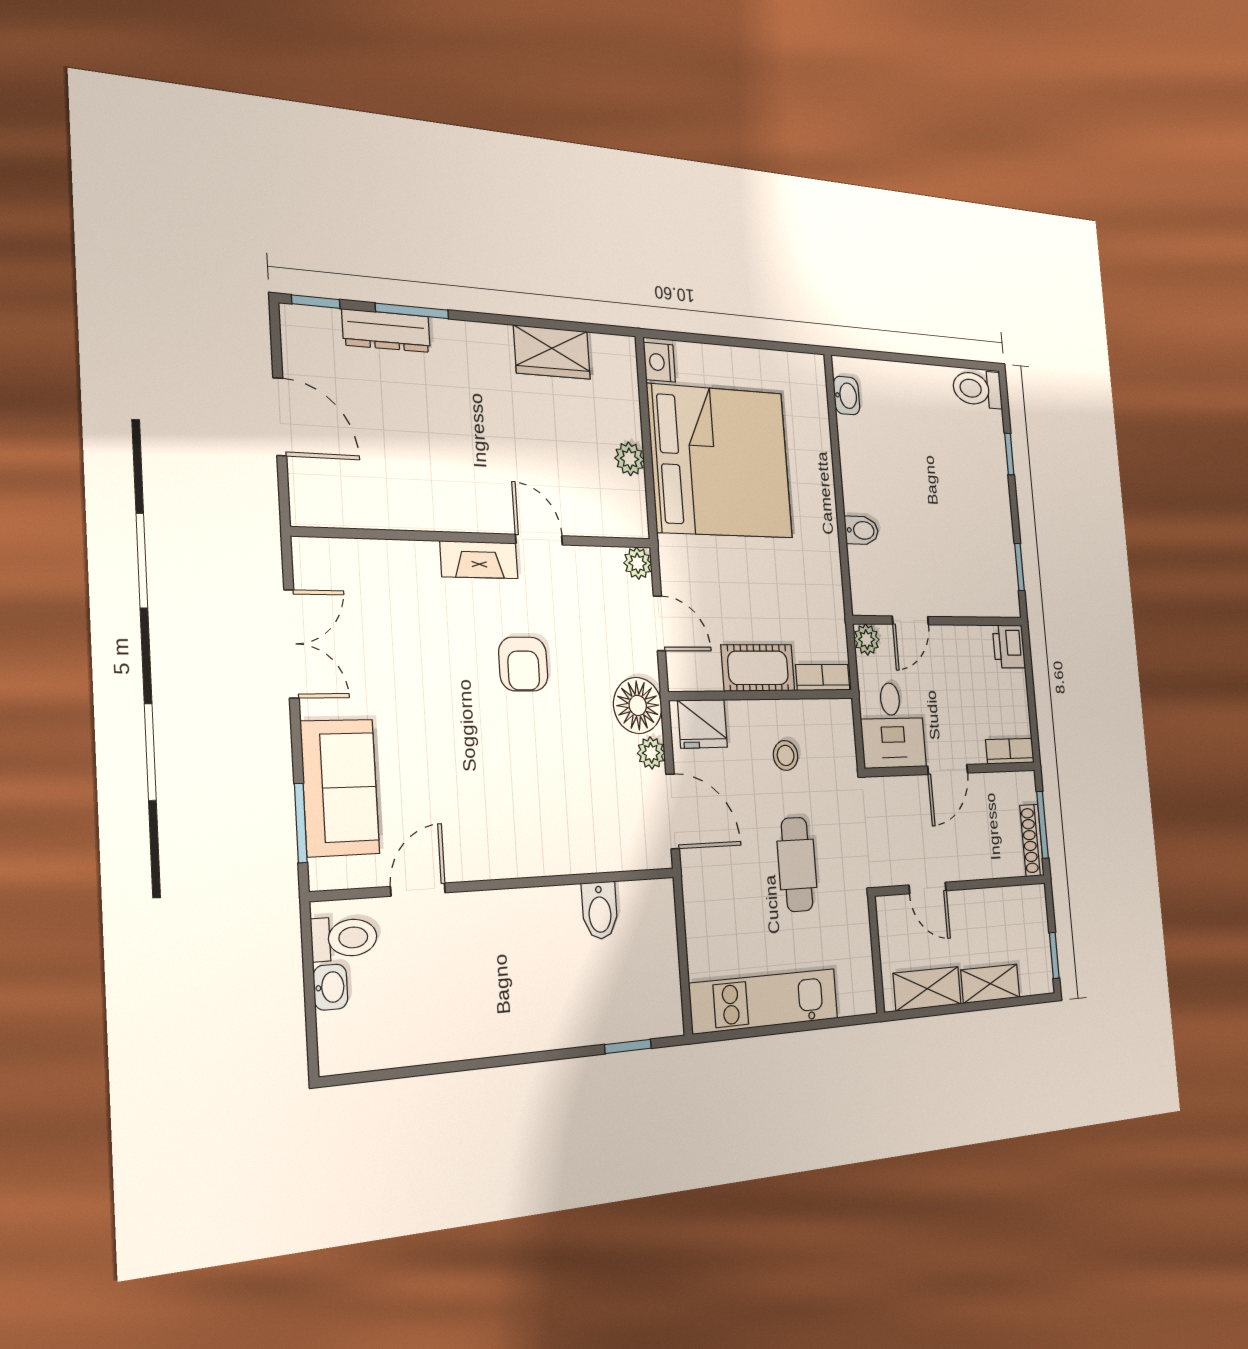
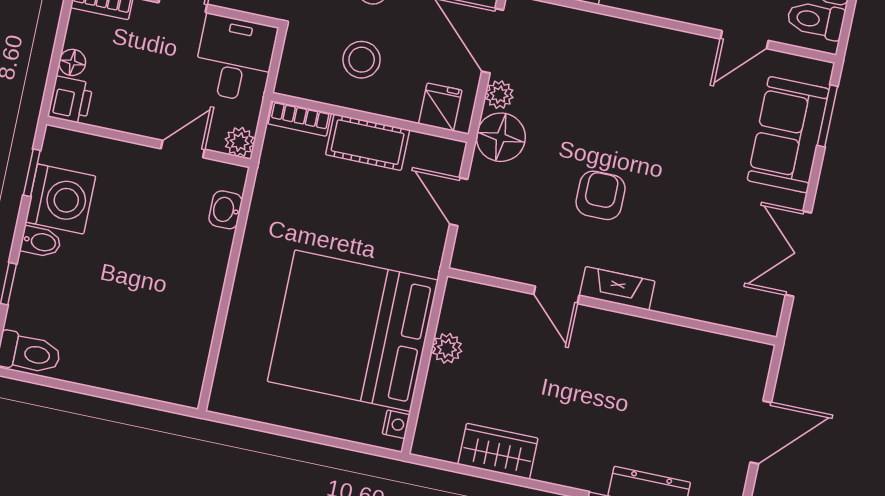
nightstand: (659, 362) -> (396, 424), width x0.72, depth x0.74
washbasin: (846, 396) -> (226, 210), moved
door: (280, 417) -> (761, 432), swing flipped
bidet: (861, 530) -> (41, 242), moved, turned 180
washing machine: (992, 546) -> (60, 199), added
plant: (638, 563) -> (465, 257), removed
floor lamp: (1017, 684) -> (72, 62), added
fridge: (702, 724) -> (440, 107), width x0.72
stool: (786, 755) -> (362, 60), width x1.37, depth x1.37

